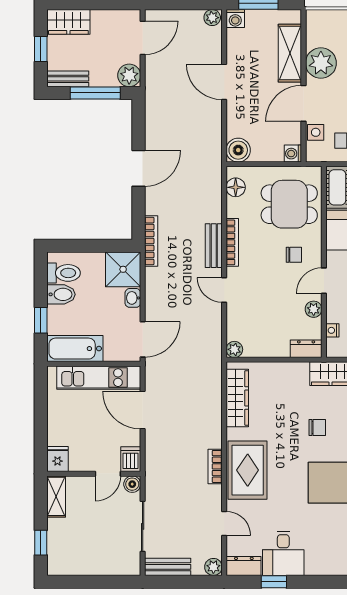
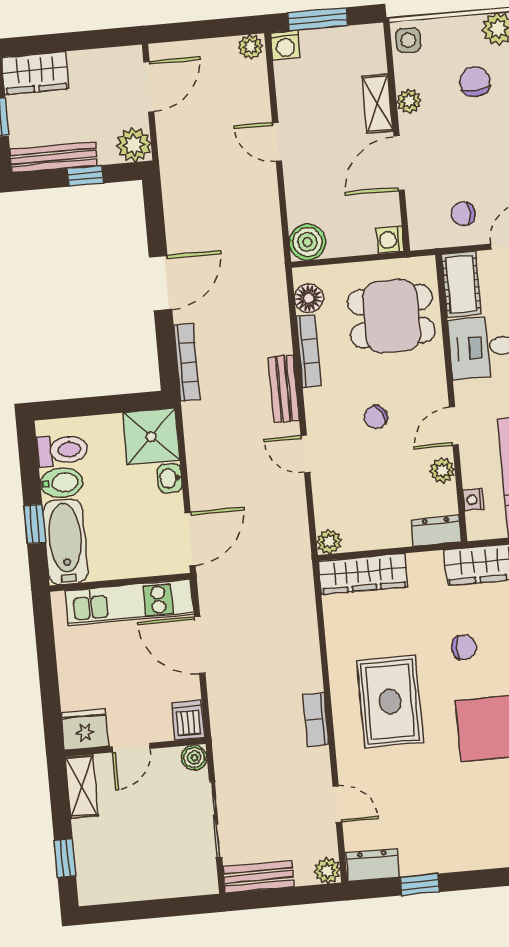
shelving: (290, 53) -> (377, 104), width x0.67, depth x0.75
plant: (321, 63) -> (409, 101), width x0.53, depth x0.53
bench: (68, 79) -> (54, 157), width x1.36
door: (224, 82) -> (277, 142), width x0.73
window: (95, 93) -> (85, 176), width x0.46
side table: (316, 132) -> (408, 40), moved
bookcase: (151, 241) -> (187, 362), moved
bookcase: (232, 242) -> (308, 351), moved
chair: (294, 255) -> (376, 417), moved, turned 150
bathtub: (75, 349) -> (65, 542), moved, turned 90
wardrobe: (237, 398) -> (363, 574), moved, turned 90
fridge: (57, 459) -> (85, 730), width x1.38
rug: (248, 470) -> (390, 702), moved
door: (108, 474) -> (131, 748), moved
desk: (283, 553) -> (430, 841), removed

